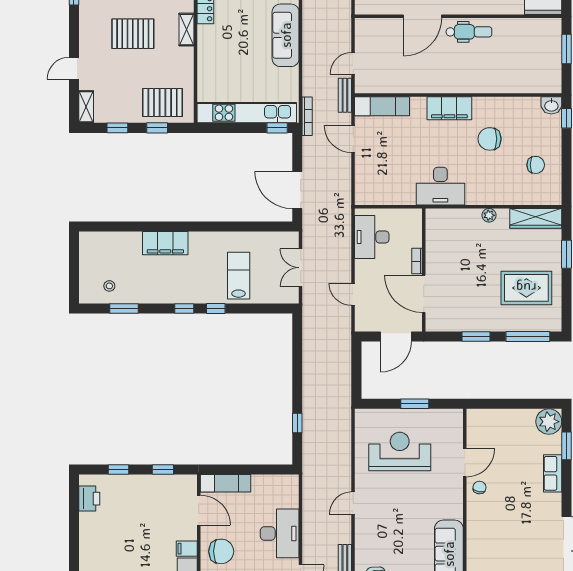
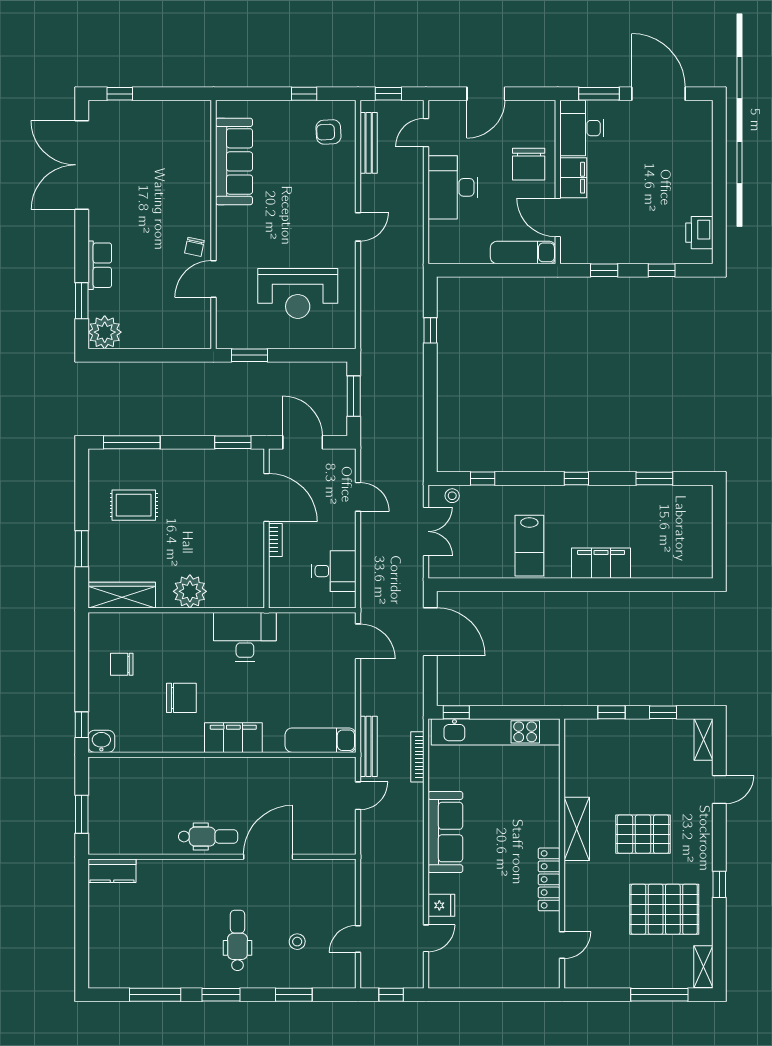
shelving: (186, 30) -> (577, 829), width x1.50, depth x1.33
dental chair: (469, 32) -> (208, 837), turned 180
bench: (345, 95) -> (369, 746), width x1.36
pallet: (163, 102) -> (605, 745), removed
bookcase: (307, 116) -> (417, 757), moved
door: (353, 139) -> (358, 641), moved
plant: (489, 215) -> (190, 591), width x1.87, depth x1.87
desk: (372, 237) -> (334, 571), width x0.73
lab bench: (239, 276) -> (529, 546), moved
stool: (109, 286) -> (452, 496), moved
rug: (526, 288) -> (134, 505), width x0.73, depth x0.70
window: (216, 309) -> (483, 478), moved
door: (396, 336) -> (303, 442), hinge flipped
window: (476, 336) -> (233, 442), moved
window: (356, 372) -> (354, 396), added
window: (415, 404) -> (249, 355), moved
filing cabinet: (187, 549) -> (573, 178), width x2.00
chair: (221, 551) -> (529, 164), turned -90

